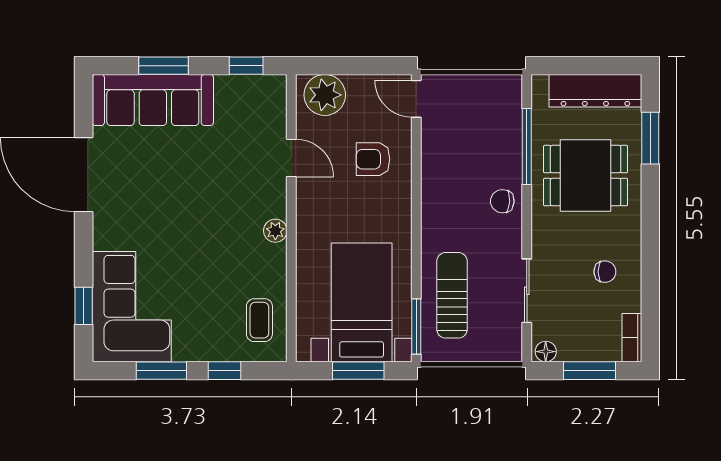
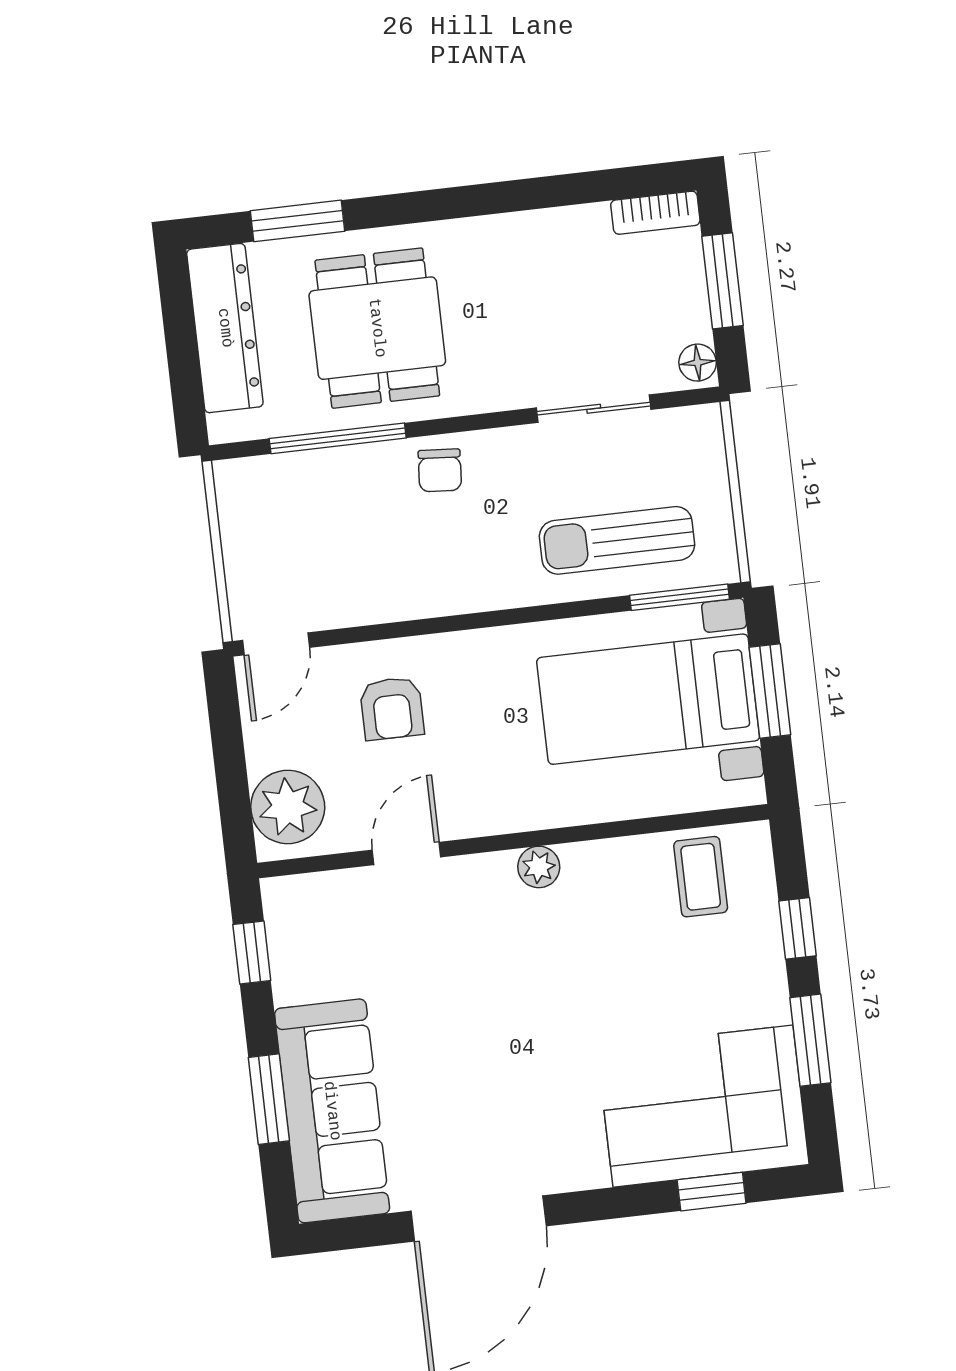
chair: (605, 272) -> (544, 274), removed
coffee table: (259, 320) -> (701, 877), turned 90

